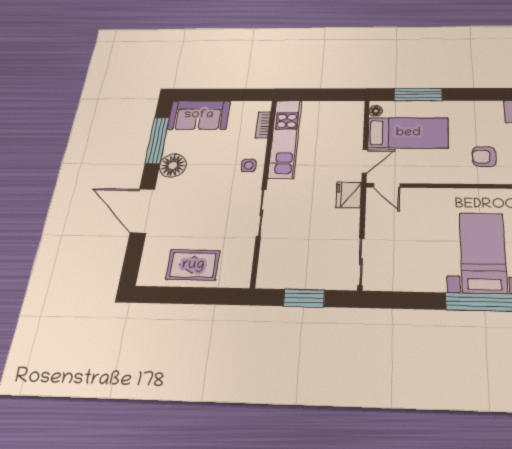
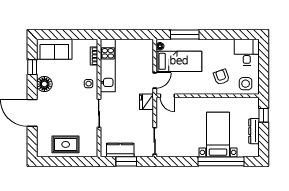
window: (157, 140) -> (32, 67), width x0.46
armchair: (484, 157) -> (221, 77), turned 71
kitchen counter: (294, 277) -> (120, 150), added

